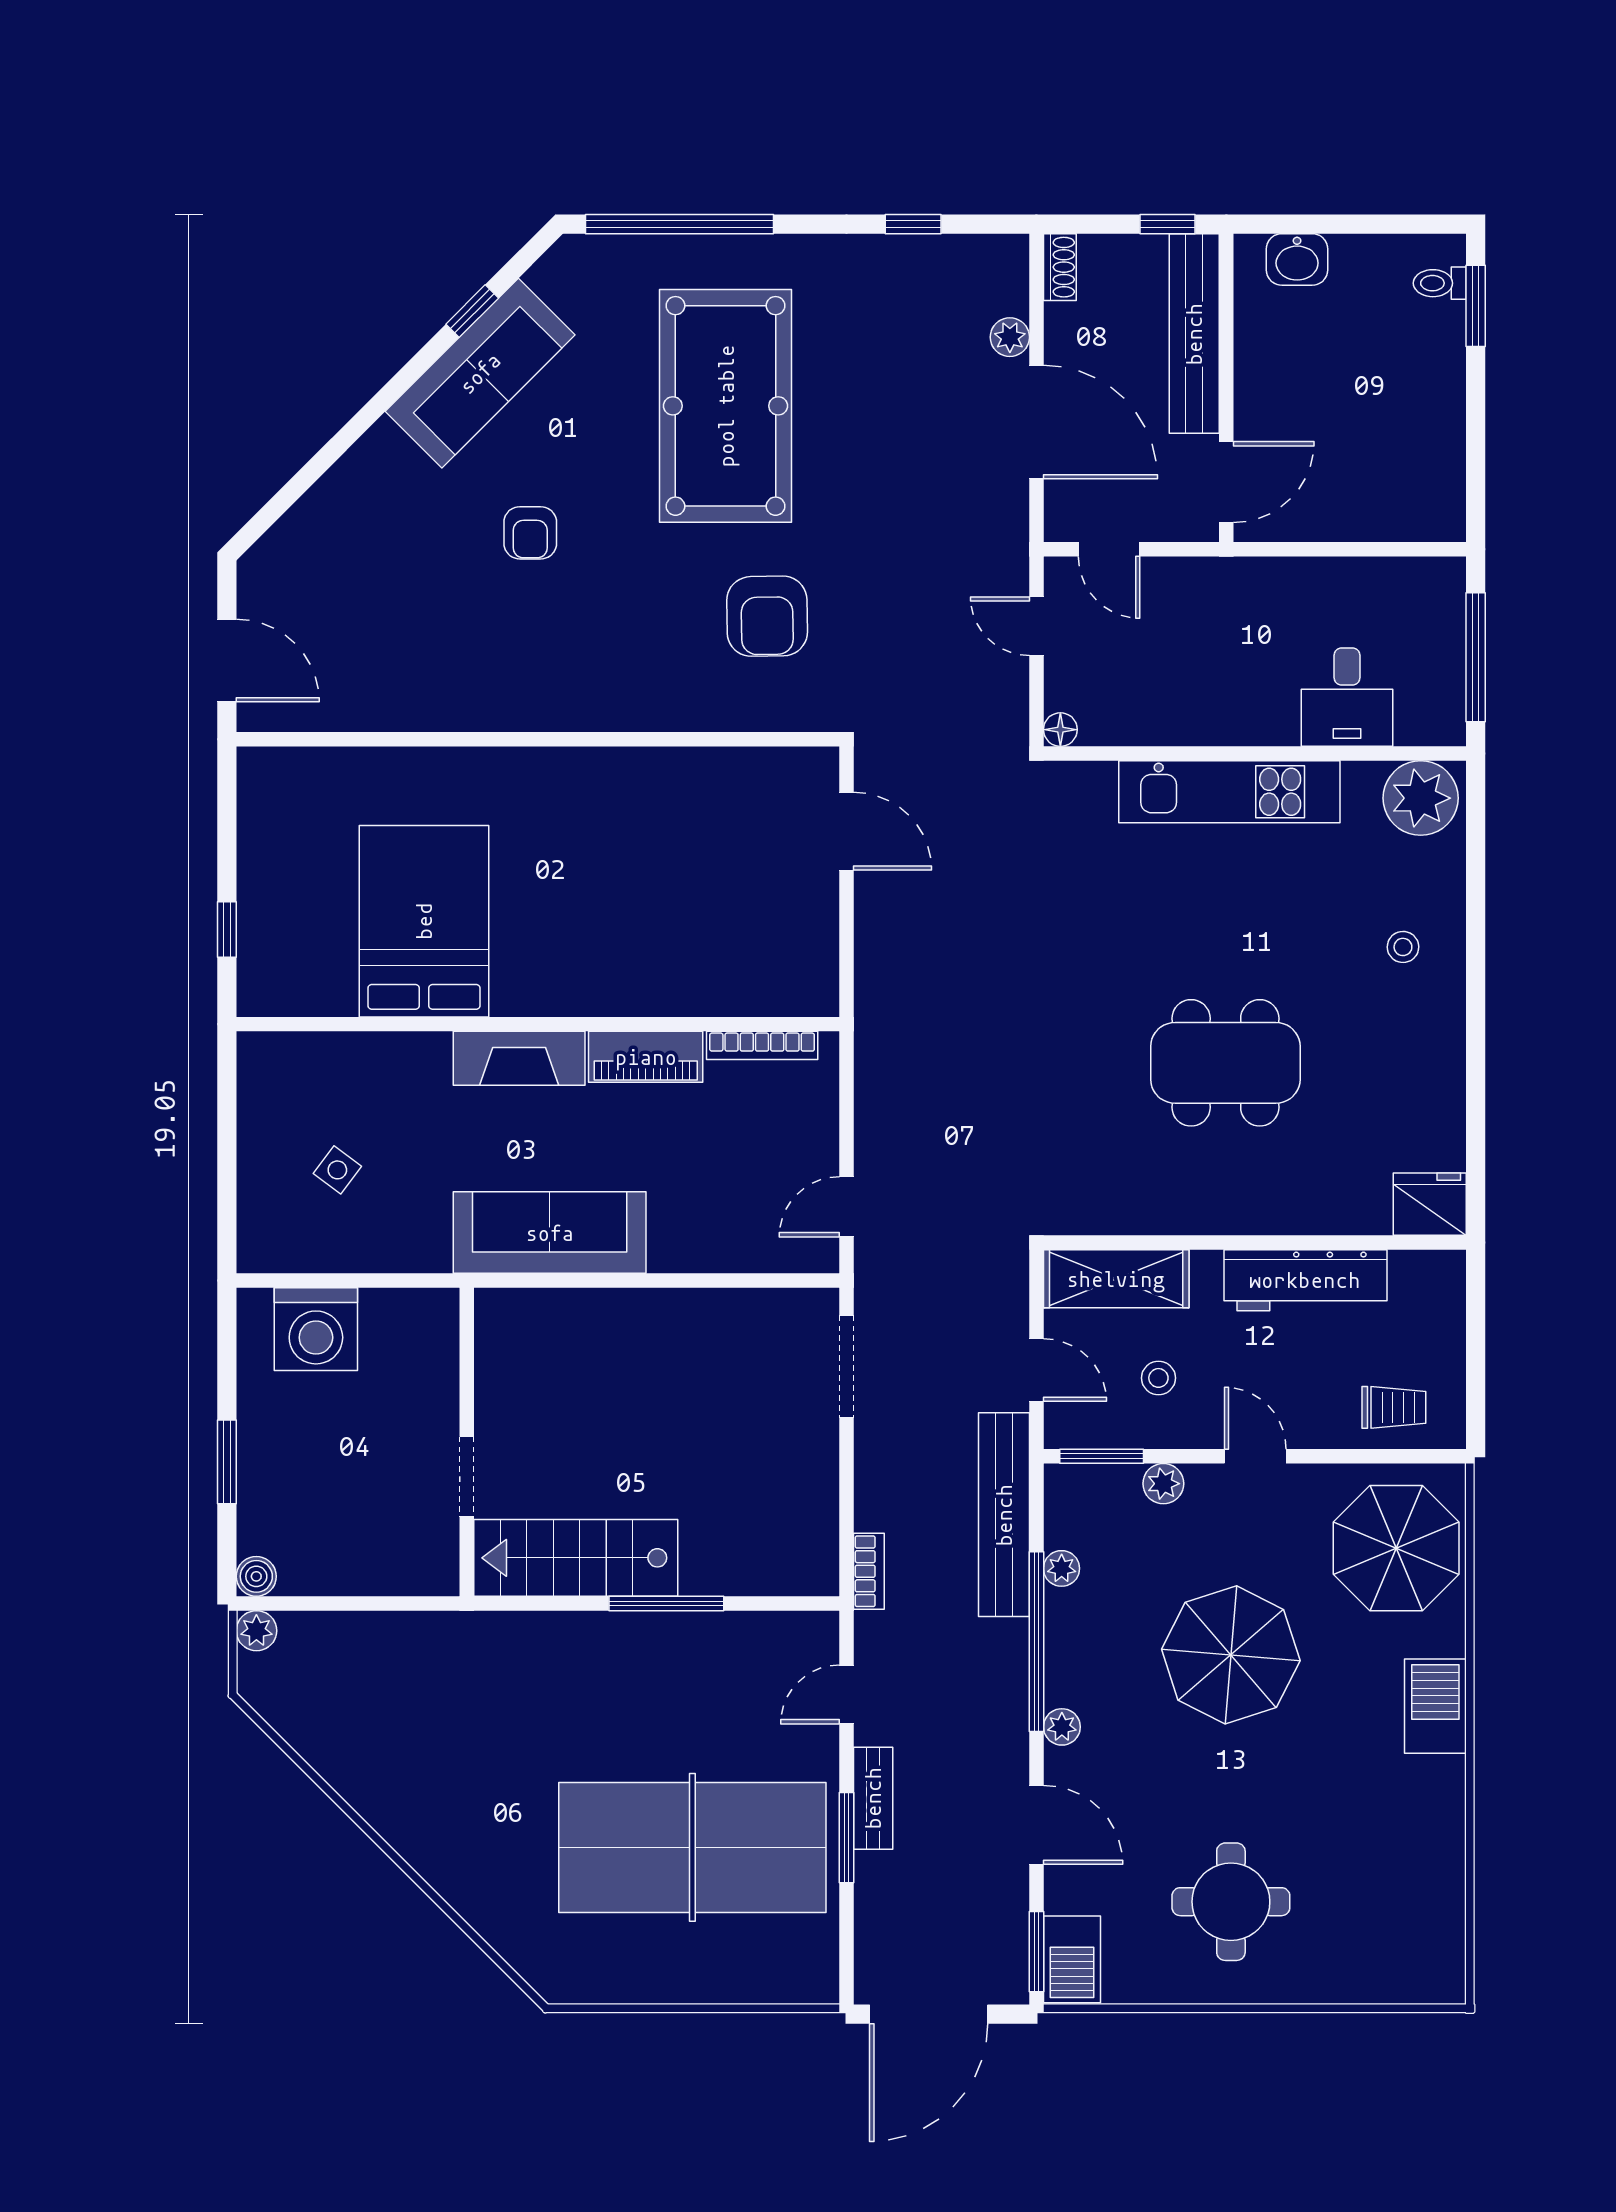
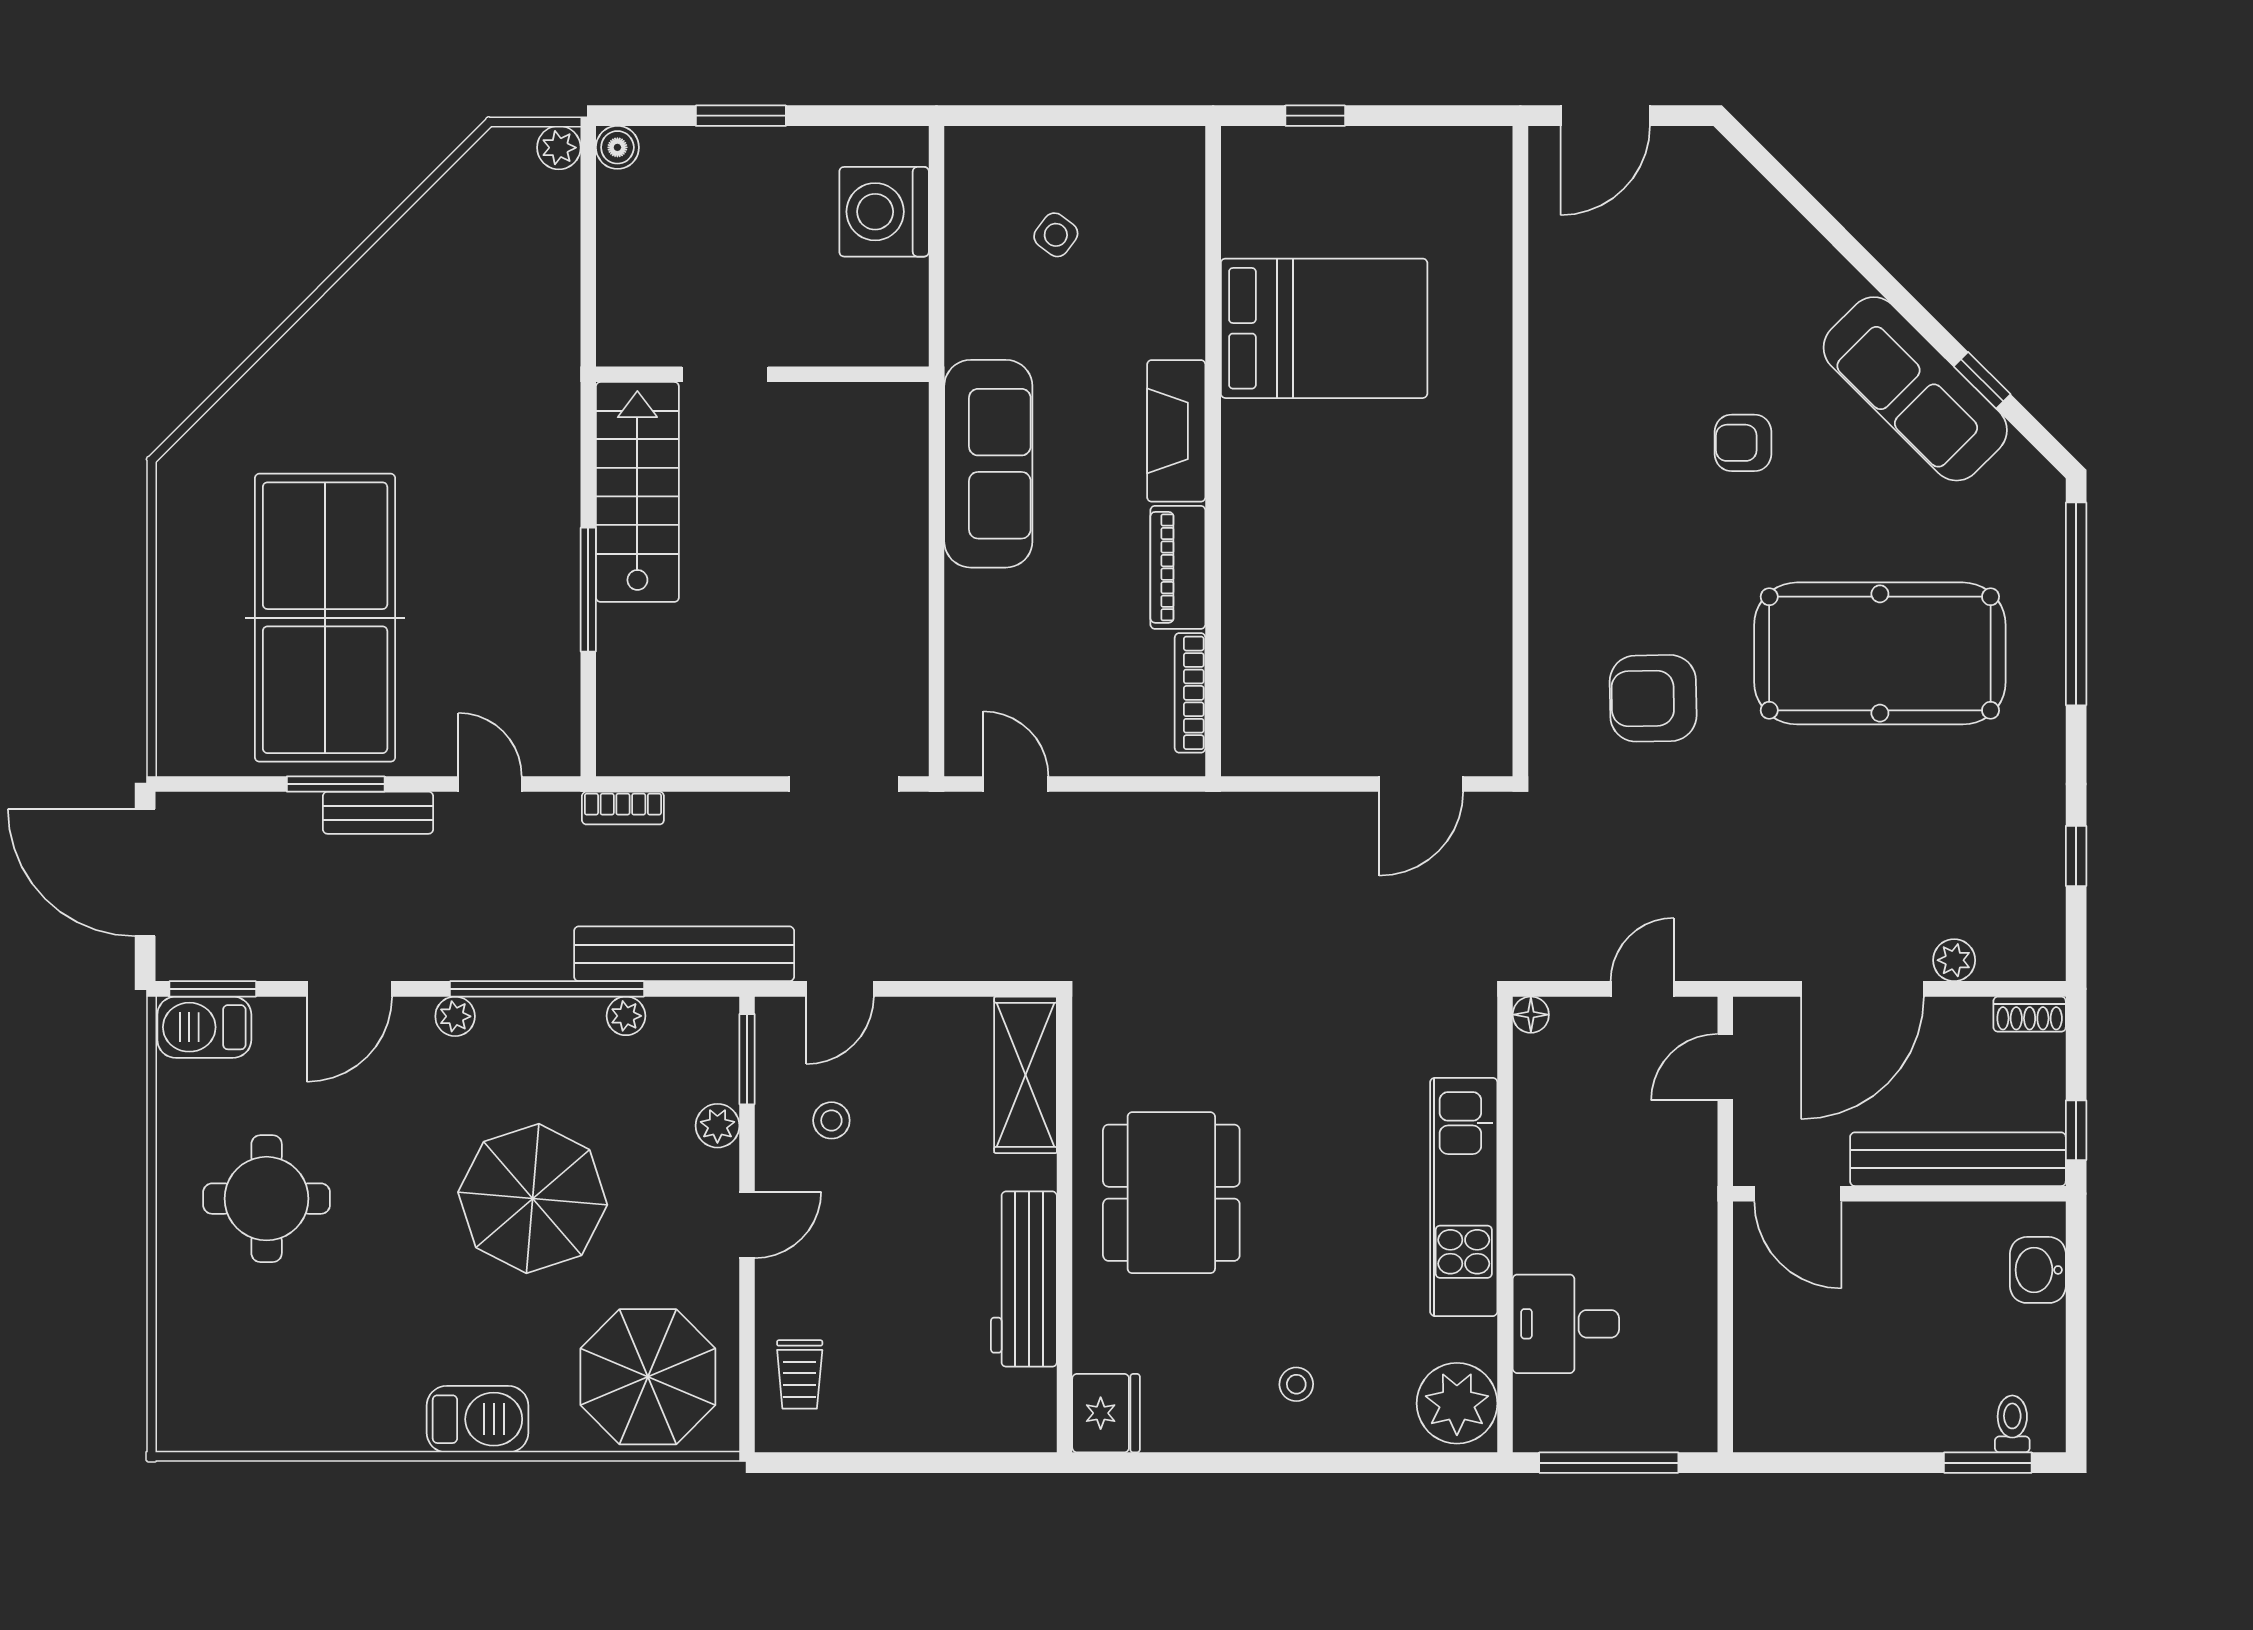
fridge: (1430, 1204) -> (1106, 1413), moved
wall: (1255, 1243) -> (1065, 1224), moved
shelving: (1116, 1279) -> (1026, 1075), moved
workbench: (1305, 1280) -> (1024, 1279), moved

